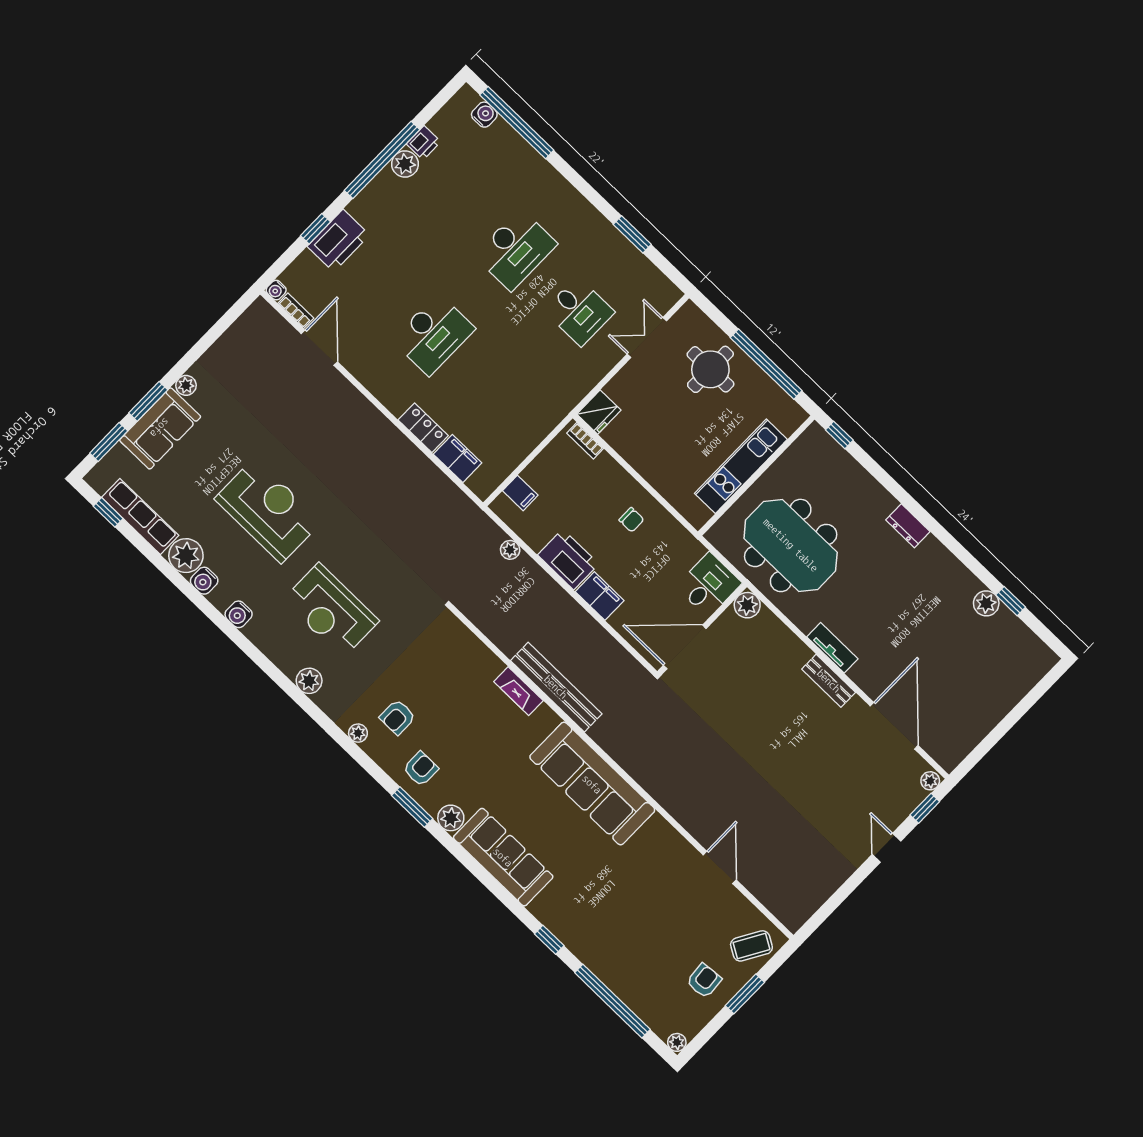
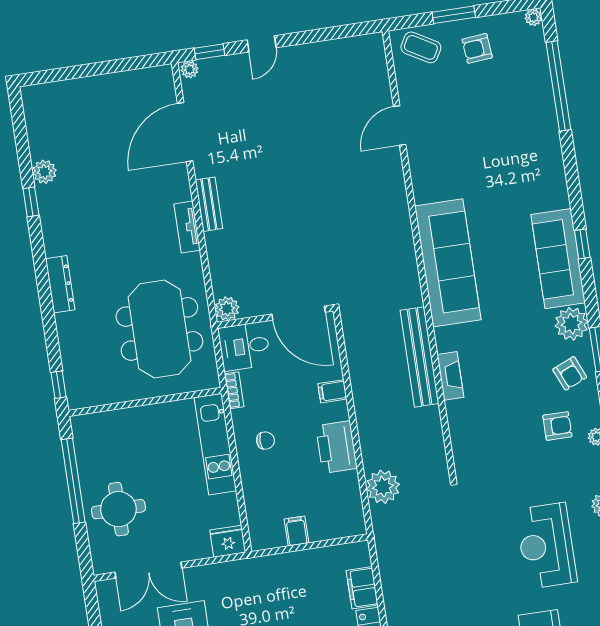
double door: (647, 338) -> (148, 570), width x1.37
bookcase: (585, 441) -> (234, 390), moved
kitchen unit: (741, 466) -> (215, 444), moved, turned 90
filing cabinet: (520, 493) -> (297, 531), moved
chair: (631, 520) -> (265, 441), turned 90
dresser: (908, 526) -> (60, 284), width x1.44
plant: (510, 550) -> (383, 487), width x1.88, depth x1.88
filing cabinet: (600, 596) -> (332, 391), width x0.50
window: (1011, 601) -> (31, 202), moved
reception desk: (331, 610) -> (546, 546), turned 180
armchair: (421, 769) -> (570, 373), turned -113
plant: (451, 818) -> (571, 324), width x1.36, depth x1.36
window: (549, 940) -> (582, 244), moved

